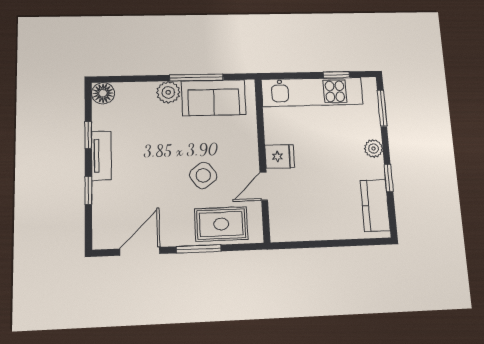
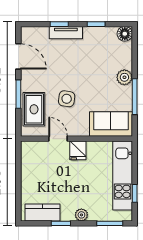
sofa: (214, 98) -> (111, 124), moved, turned 90
tv unit: (101, 156) -> (66, 33), moved
side table: (203, 175) -> (67, 99), turned 45

